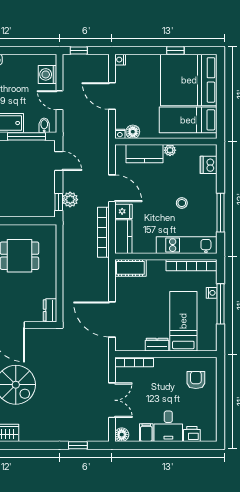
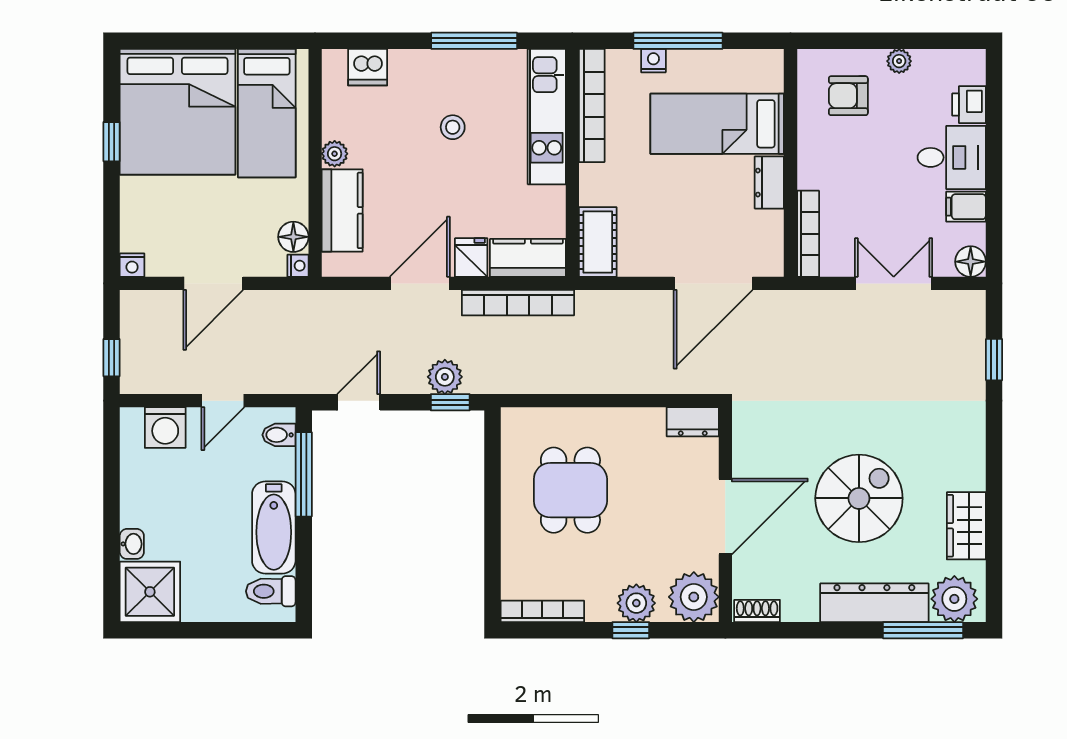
plant: (211, 403) -> (899, 61), added

